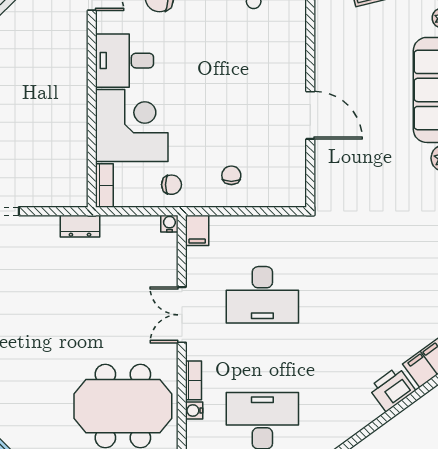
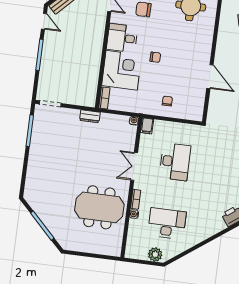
chair: (172, 185) -> (155, 57), moved
desk: (262, 295) -> (175, 162), turned -90

